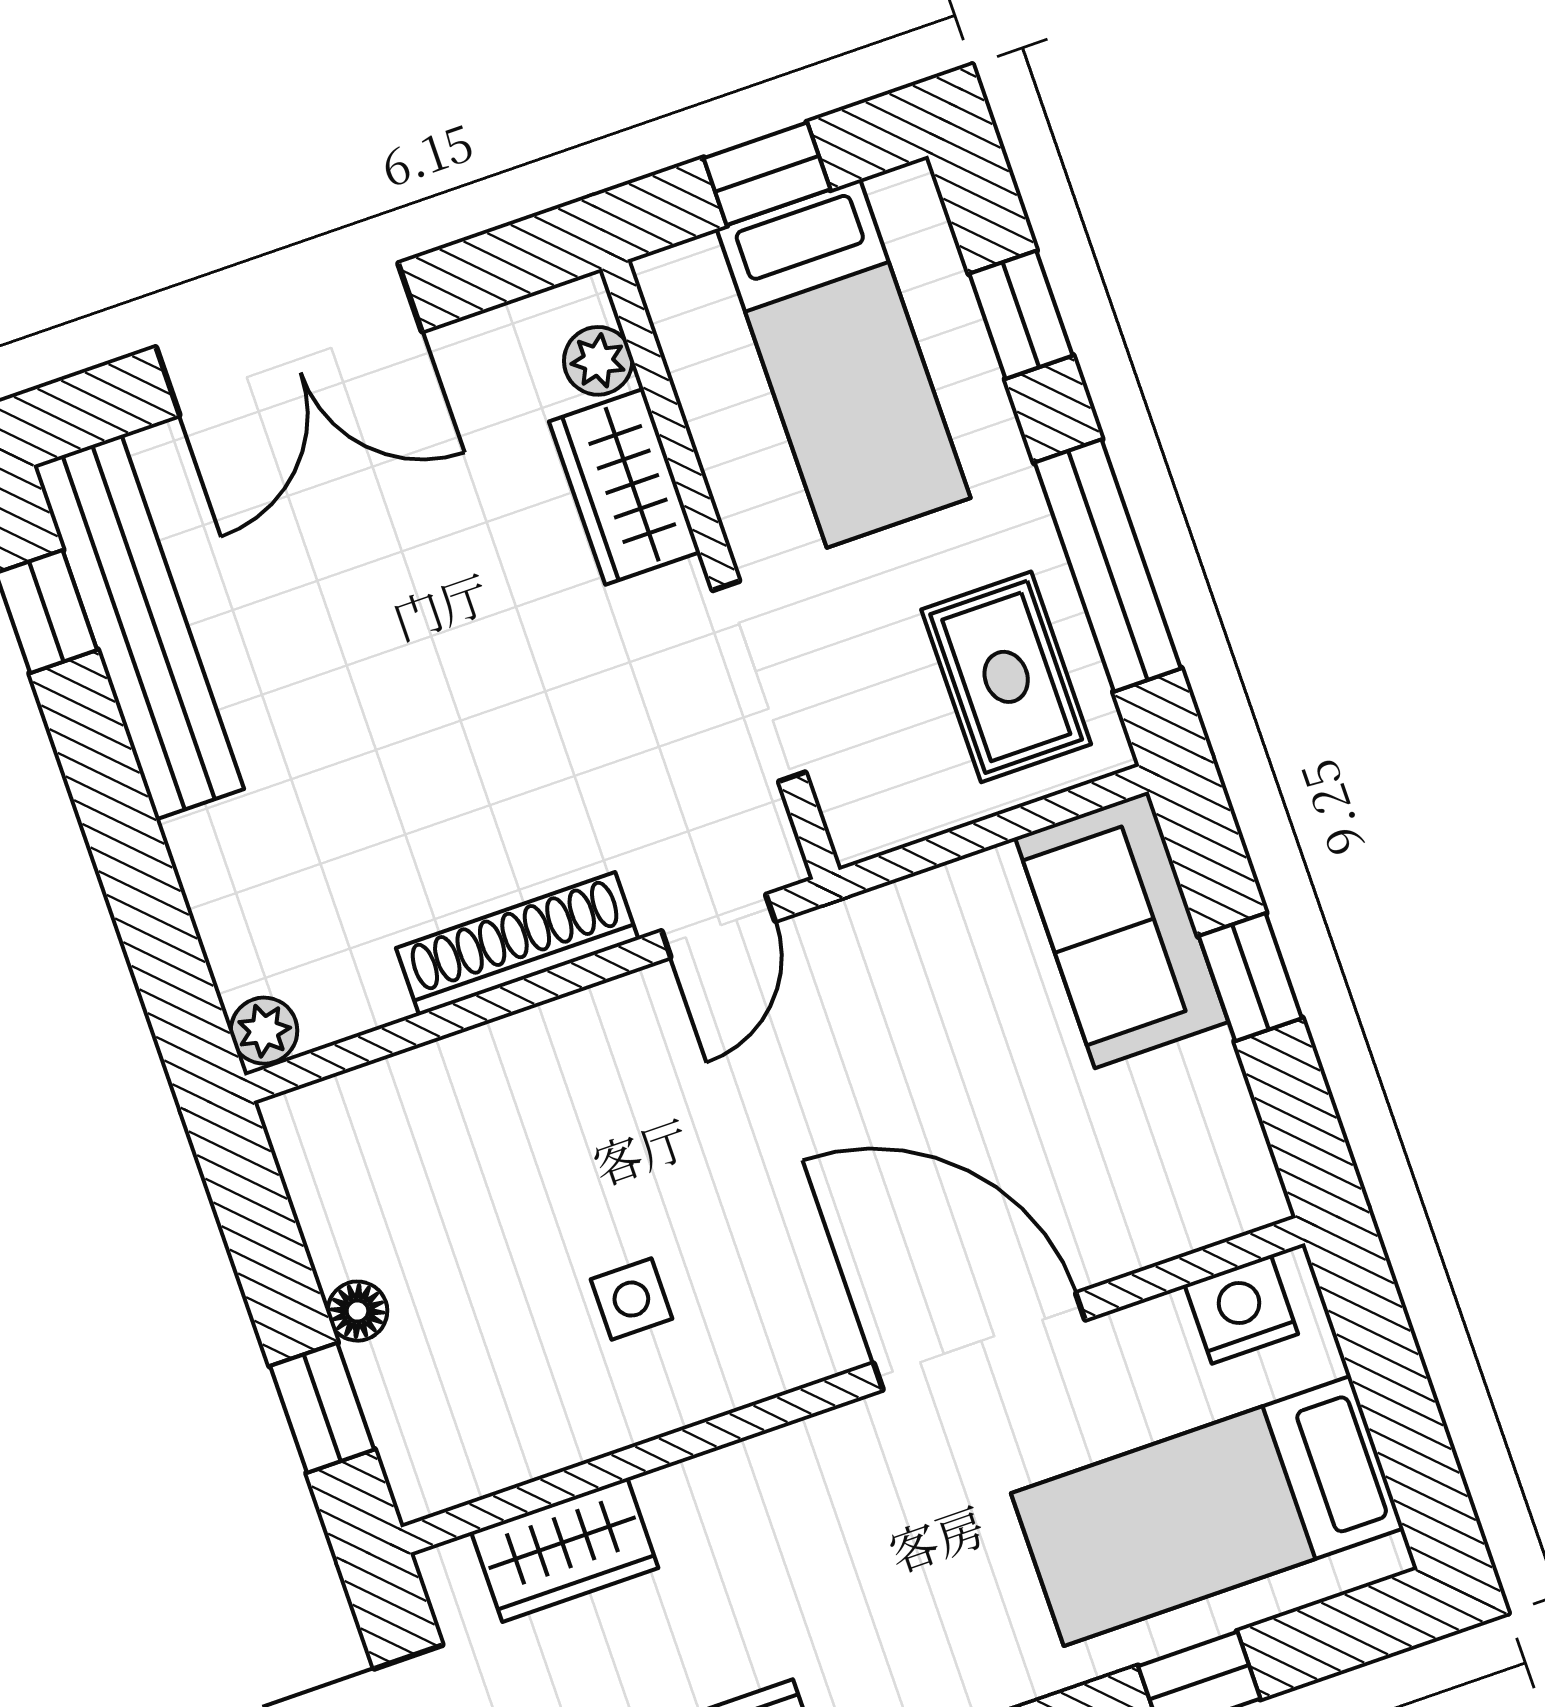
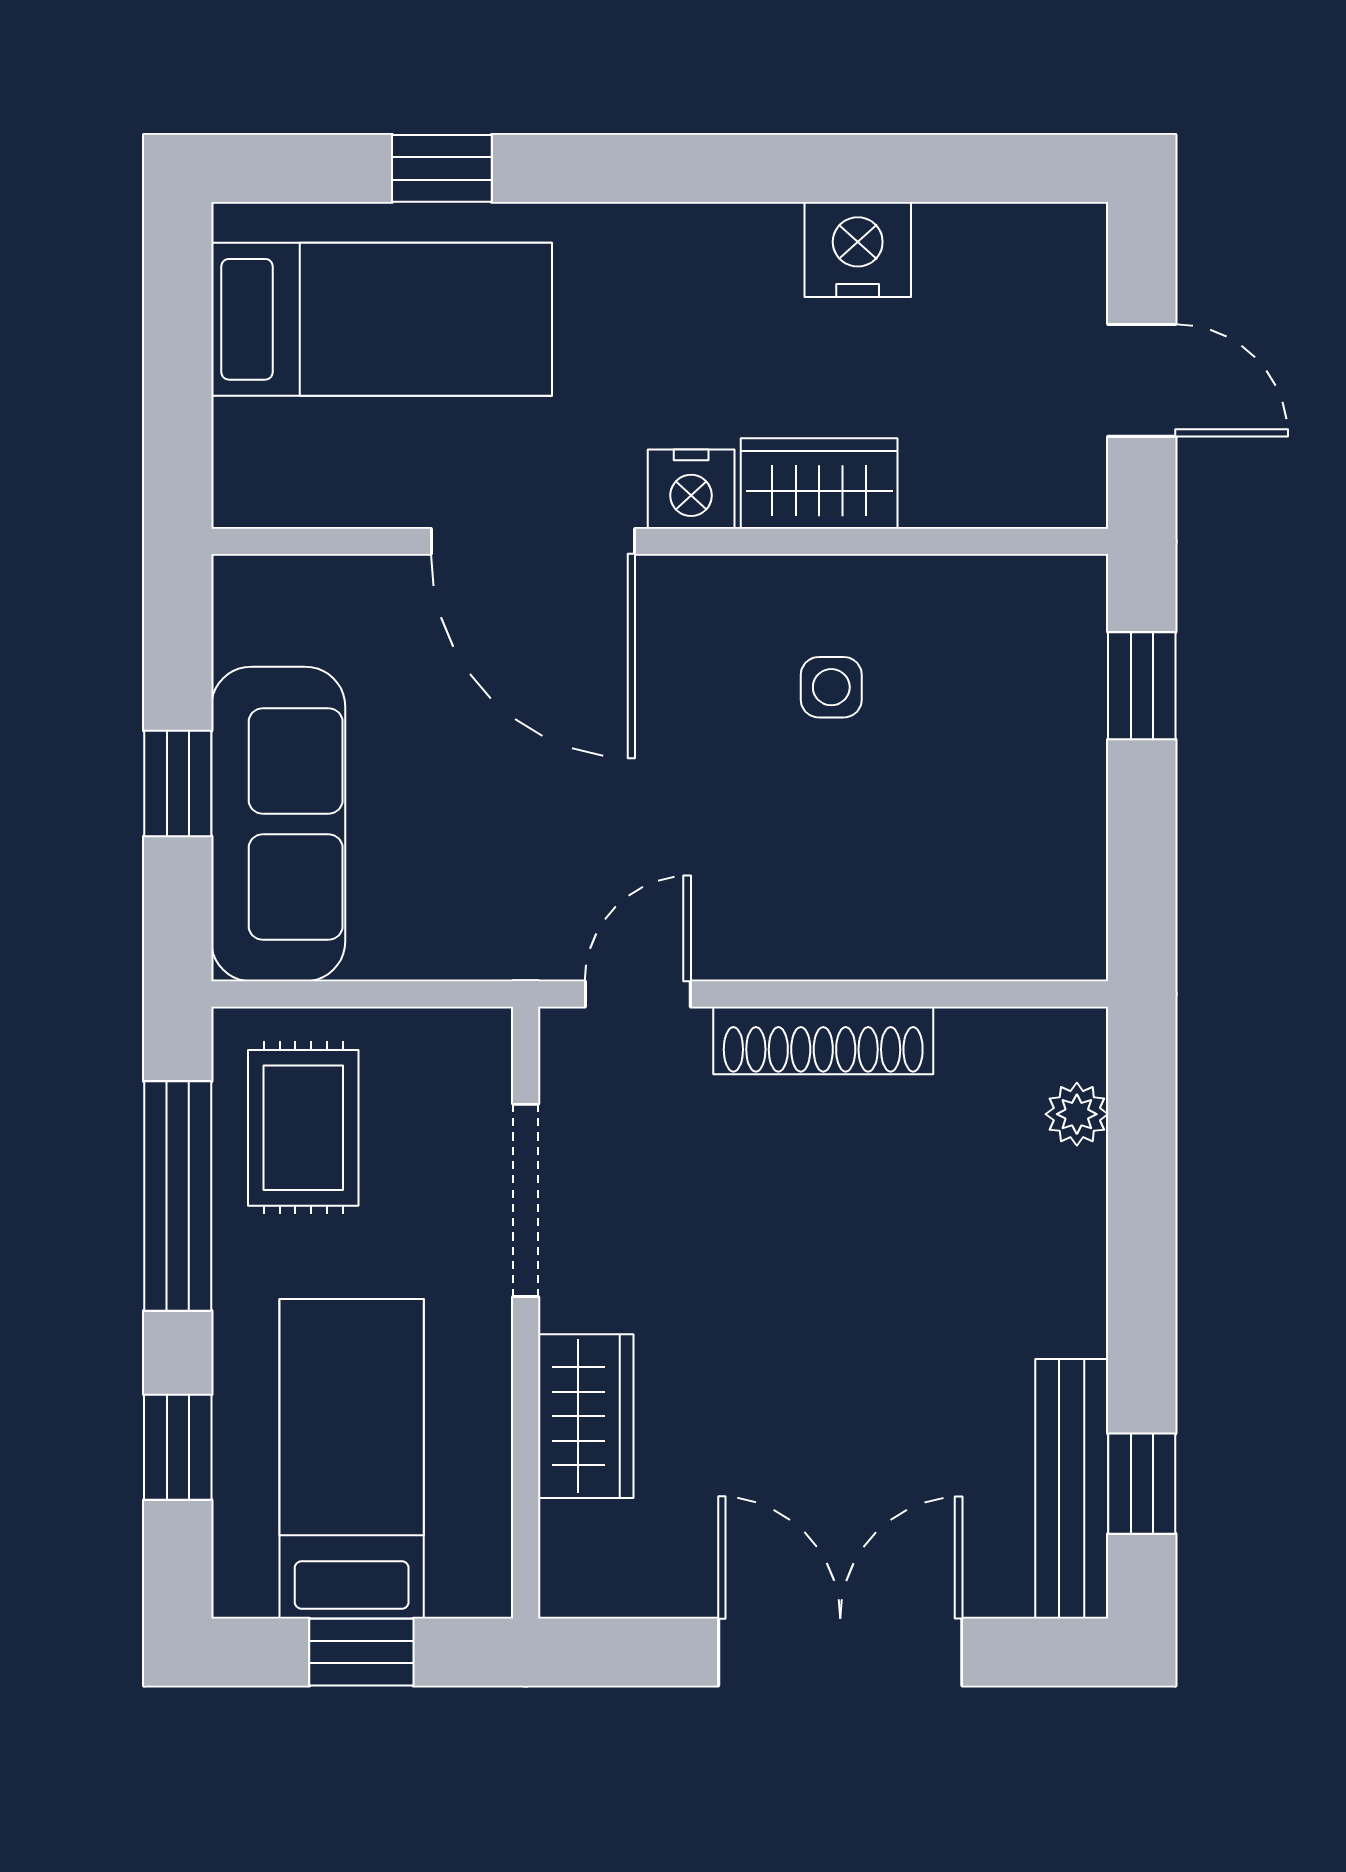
plant: (598, 361) -> (570, 1537), removed
bench: (139, 627) -> (1072, 1489), width x0.73, depth x0.82
sofa: (1122, 930) -> (278, 824), width x1.36
plant: (264, 1031) -> (1077, 1114), moved
nightstand: (1241, 1309) -> (691, 489), moved
floor lamp: (357, 1311) -> (1080, 761), removed
wardrobe: (565, 1550) -> (819, 483), moved

